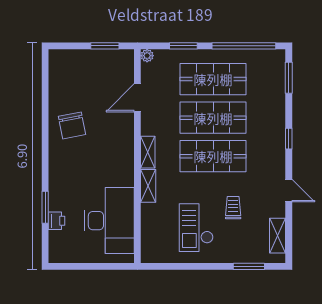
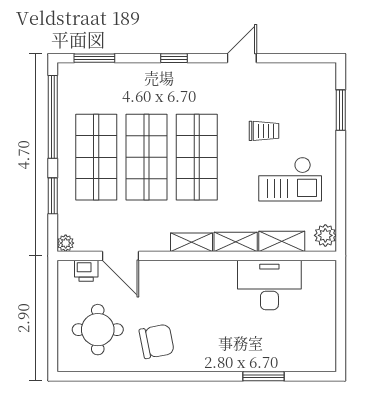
window: (105, 46) -> (53, 298), removed
round table: (81, 80) -> (98, 330), added
trolley: (233, 208) -> (264, 131), turned 180
printer: (57, 221) -> (86, 271), moved, turned 180
desk: (109, 221) -> (269, 285), width x0.73, depth x0.77
shelving: (278, 236) -> (282, 241), moved
plant: (153, 255) -> (325, 235), added

